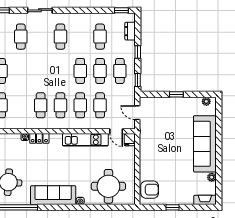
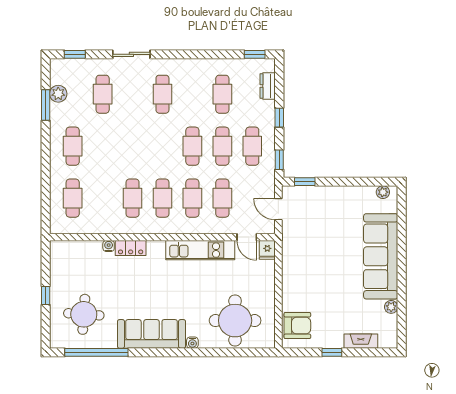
window: (176, 94) -> (305, 182), moved
fireplace: (205, 200) -> (361, 341), moved

